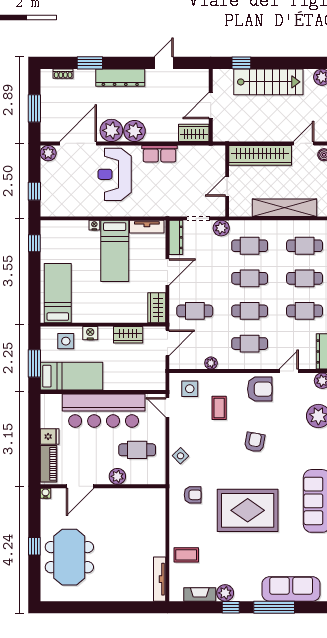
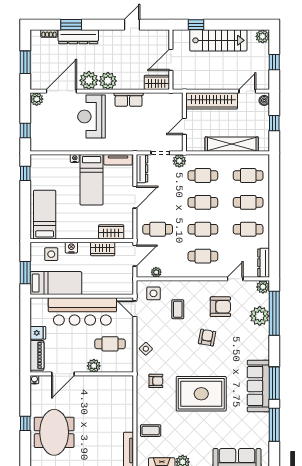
dresser: (120, 78) -> (78, 37), moved
wardrobe: (157, 308) -> (111, 232), moved, turned 90
plant: (211, 363) -> (156, 272), moved
armchair: (260, 389) -> (220, 307), moved

